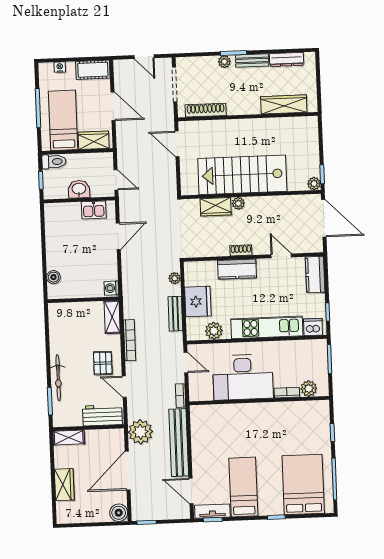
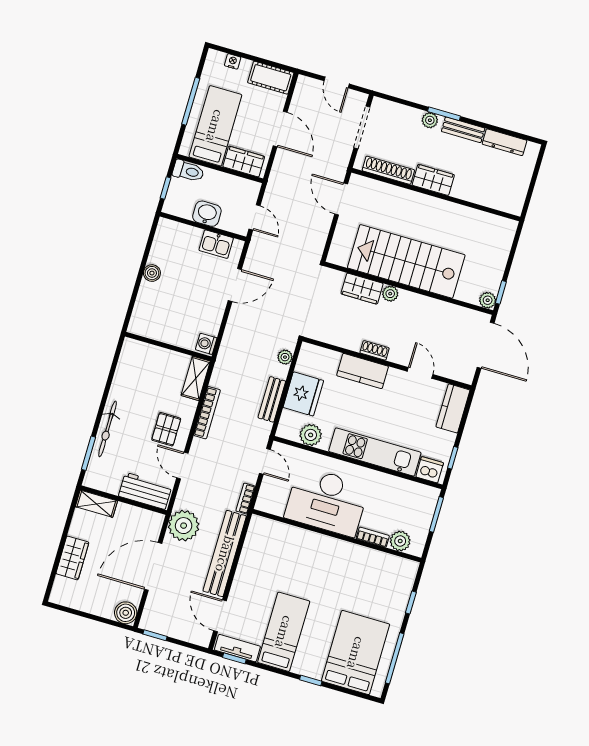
wardrobe: (284, 104) -> (433, 180), moved, width x0.67
boiler: (53, 277) -> (152, 273), moved

